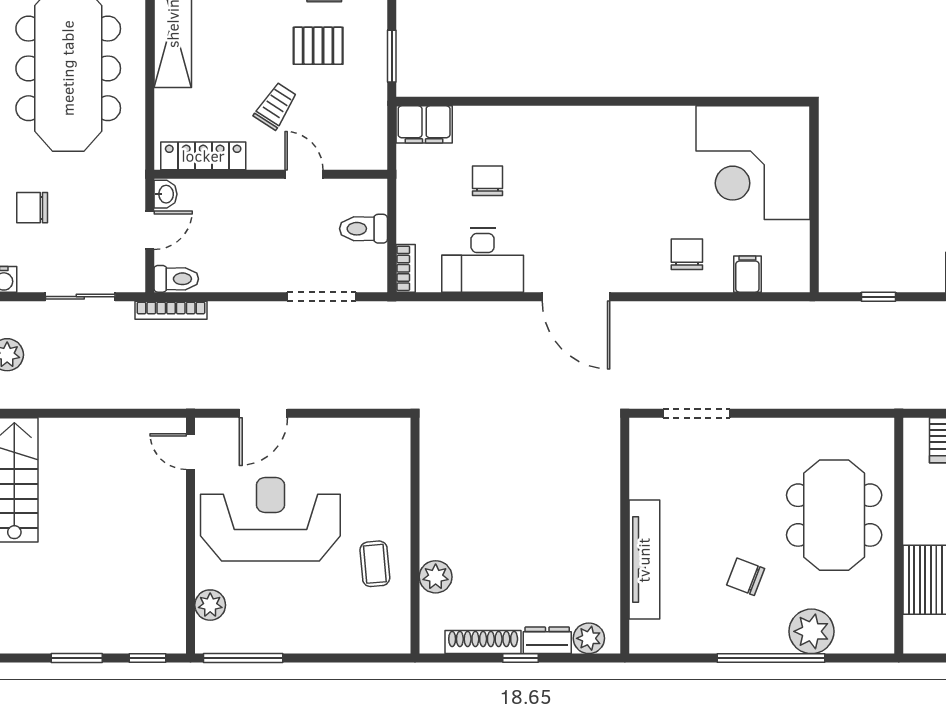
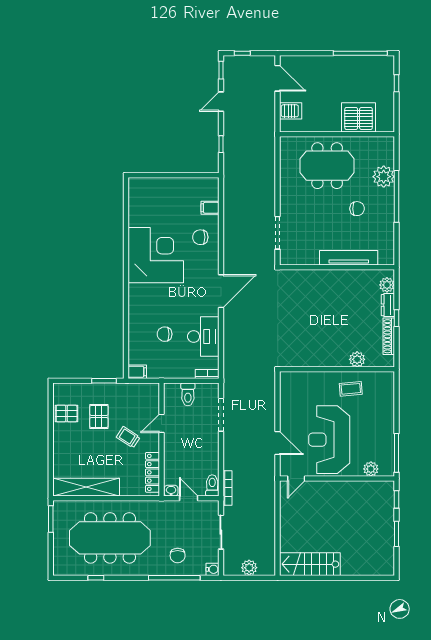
filing cabinet: (424, 124) -> (137, 372), width x0.50
corner desk: (753, 163) -> (156, 255), moved, turned -90
chair: (746, 577) -> (357, 209), turned -112

